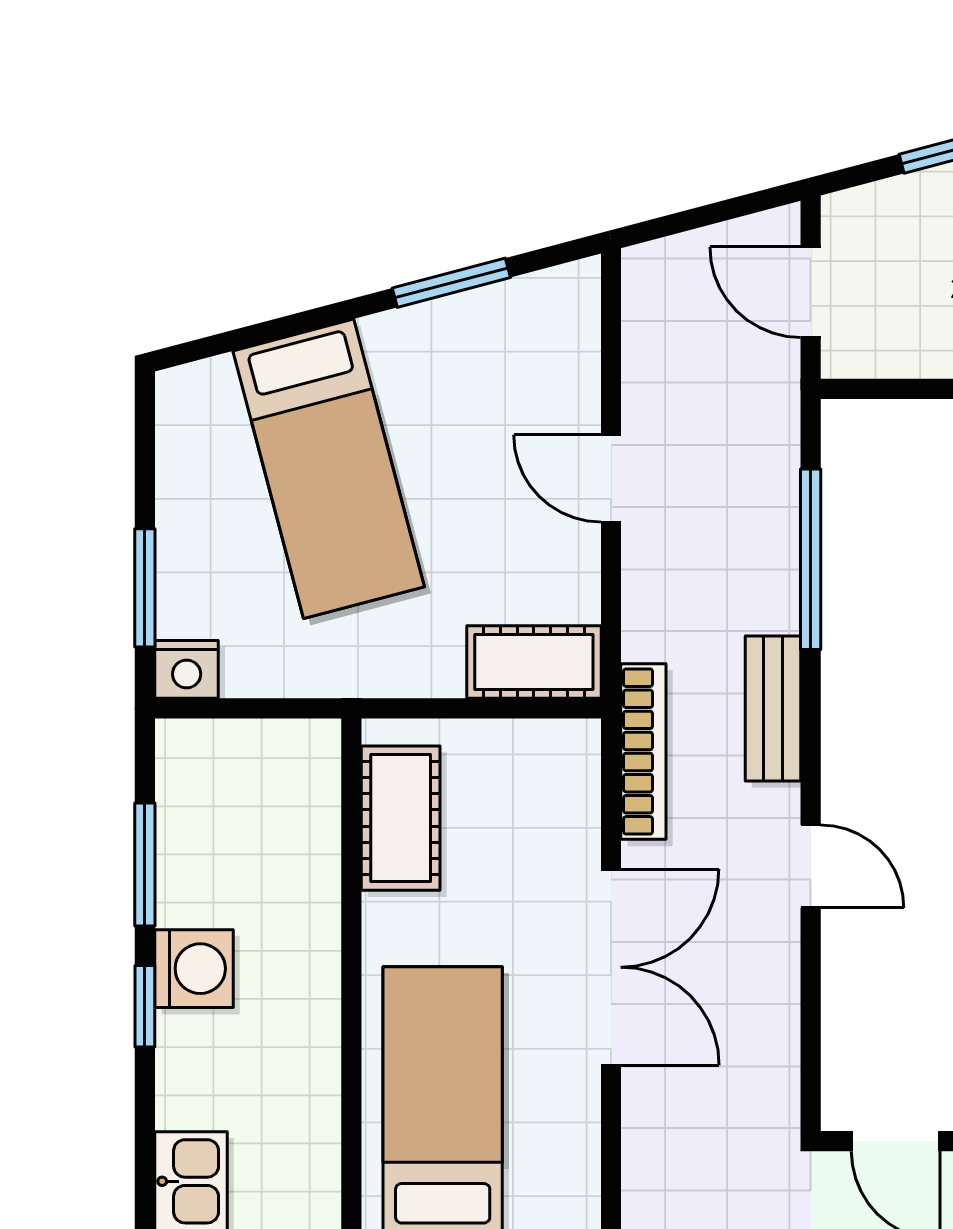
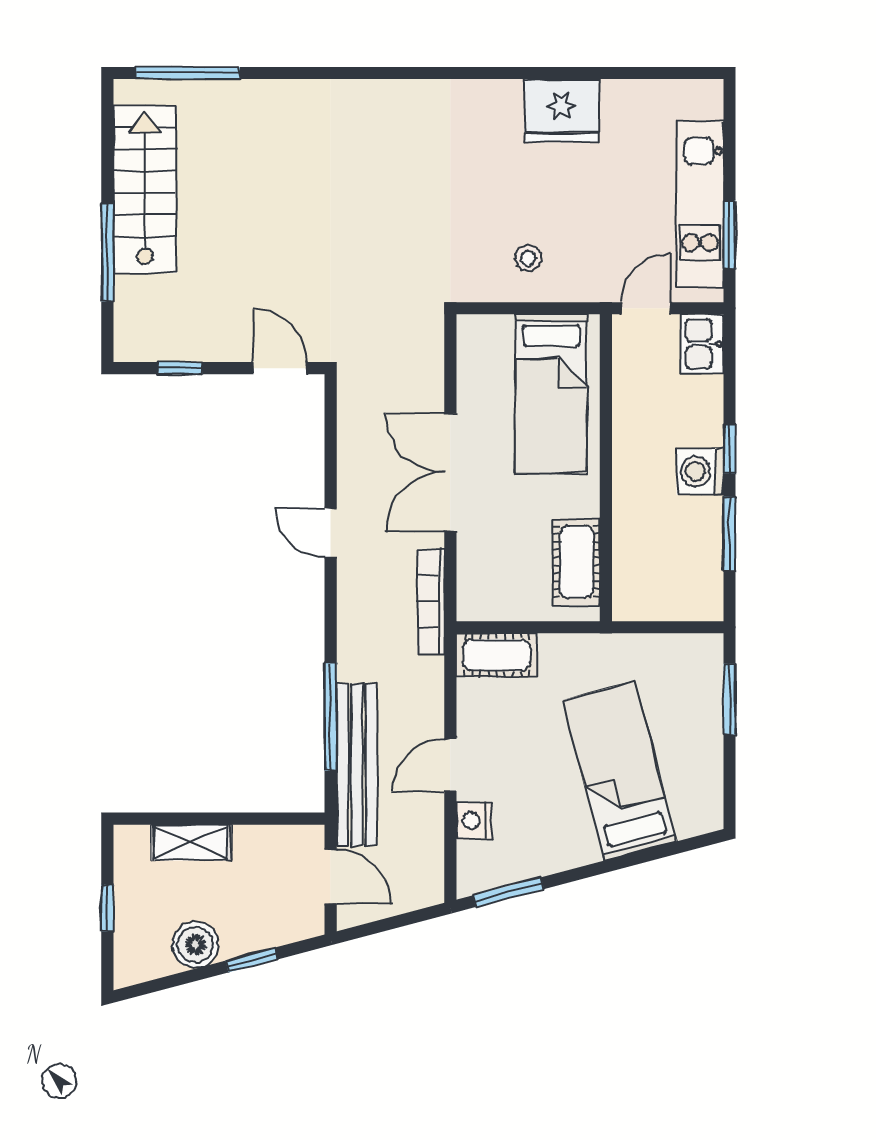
window: (451, 283) -> (508, 892), moved
door: (611, 479) -> (450, 765), swing flipped
nightstand: (187, 669) -> (474, 821), moved, turned -90
bench: (773, 708) -> (357, 765), moved, width x1.86, depth x1.21

